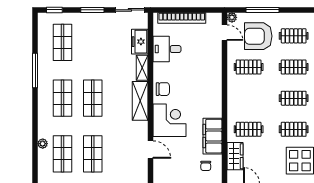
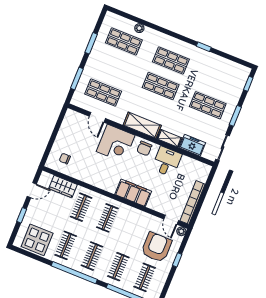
window: (263, 10) -> (177, 260), width x0.46
bookcase: (182, 18) -> (192, 202), moved
door: (224, 33) -> (171, 220), hinge flipped
shop shelf: (63, 42) -> (208, 105), moved
desk: (167, 49) -> (167, 162), moved
clothes rail: (249, 67) -> (107, 218), moved
window: (35, 70) -> (204, 47), width x0.46
filing cabinet: (212, 136) -> (133, 193), moved
door: (150, 150) -> (97, 117), hinge flipped
shop shelf: (93, 154) -> (103, 93), moved

